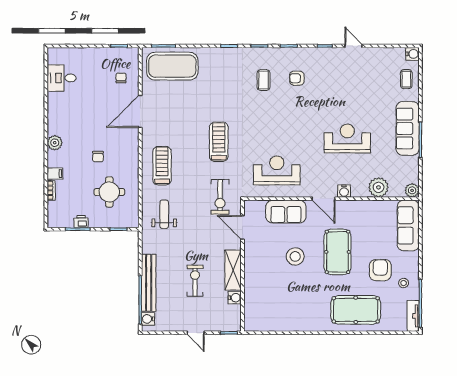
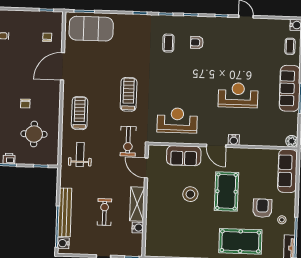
plant: (378, 187) -> (263, 138), removed

